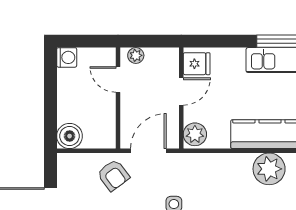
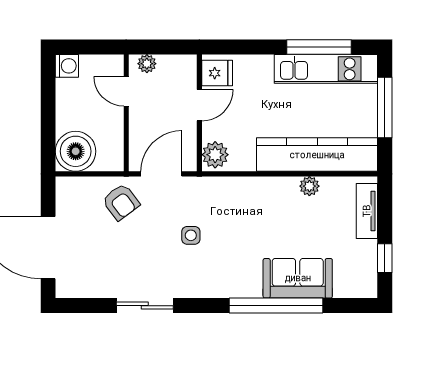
boiler: (70, 136) -> (76, 151), width x1.37, depth x1.37
plant: (269, 169) -> (309, 186), width x0.53, depth x0.53

